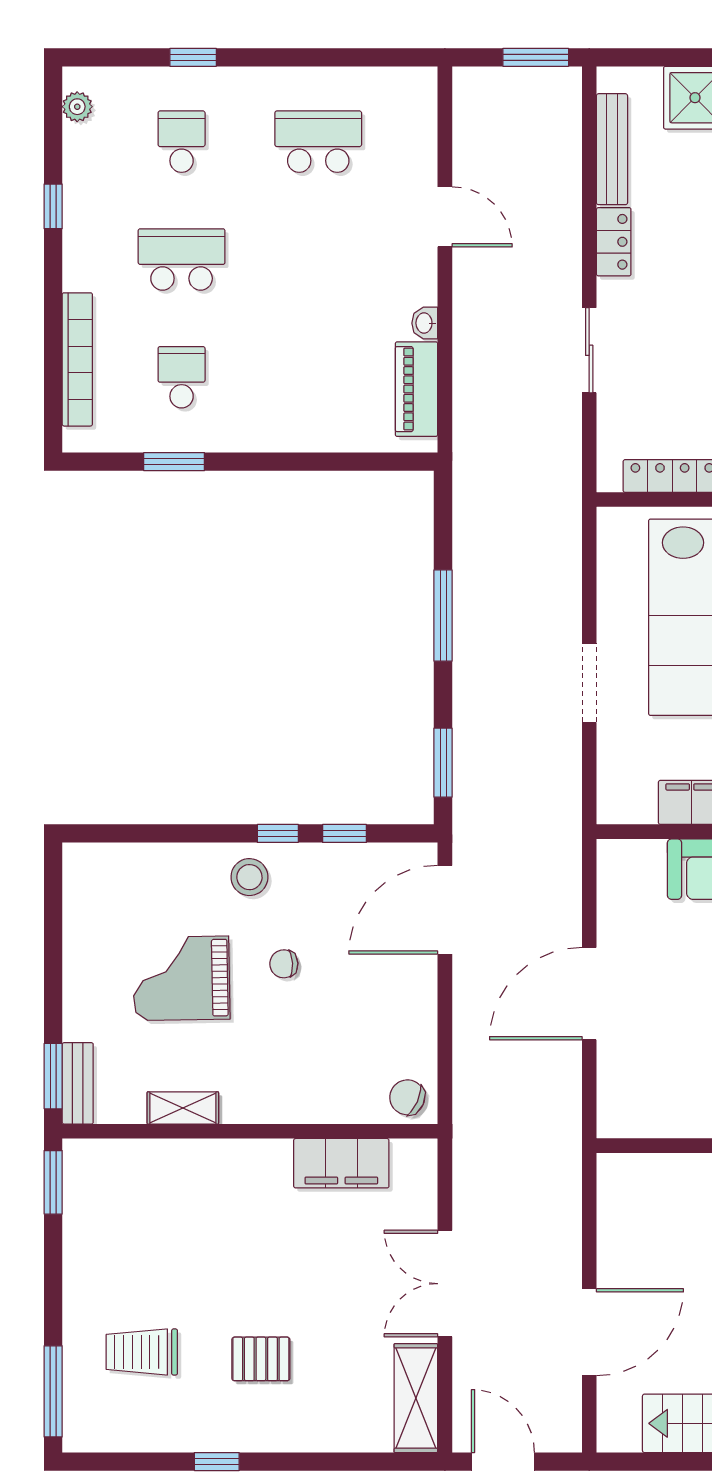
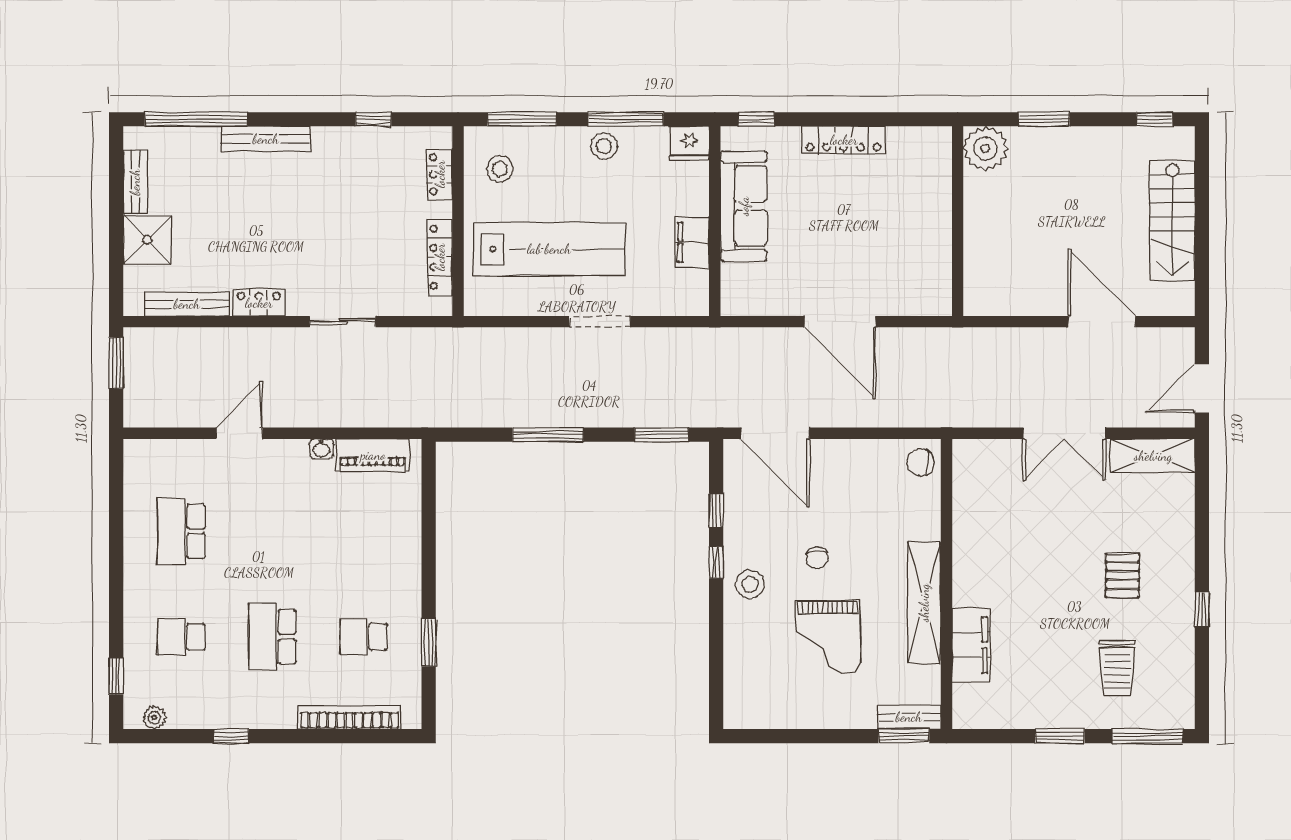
window: (193, 57) -> (116, 676), moved
chair: (407, 1097) -> (920, 462), turned 66
shelving: (183, 1108) -> (924, 603), width x2.20, depth x1.33
filing cabinet: (341, 1163) -> (971, 645), moved
window: (53, 1182) -> (1060, 736), moved

